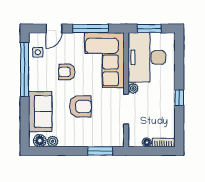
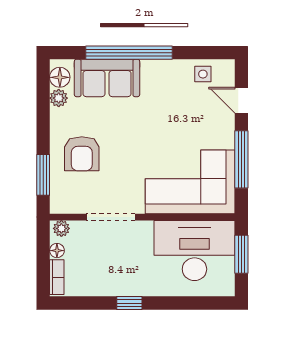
window: (25, 69) -> (129, 53), moved
armchair: (67, 72) -> (171, 121), removed
plant: (133, 88) -> (61, 228), moved
armchair: (81, 107) -> (82, 154), moved

